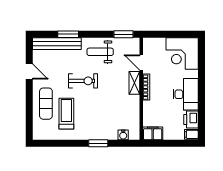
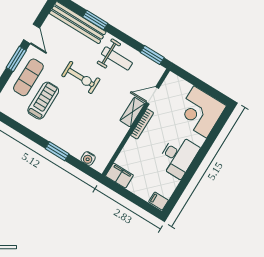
weight bench: (100, 52) -> (117, 58), turned 180
door: (141, 63) -> (152, 95), hinge flipped
window: (29, 96) -> (16, 59), added
printer: (191, 120) -> (167, 186), removed

